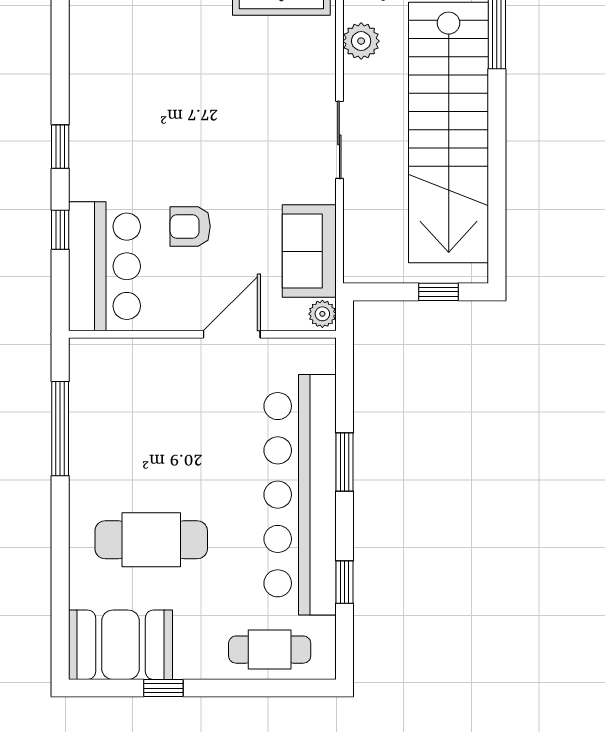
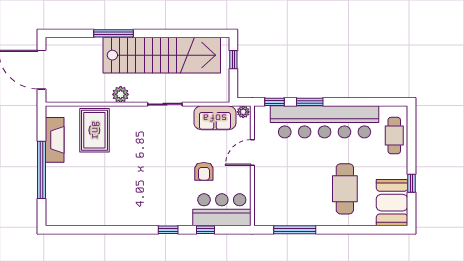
door: (232, 334) -> (252, 153), hinge flipped
window: (344, 582) -> (274, 102), moved

